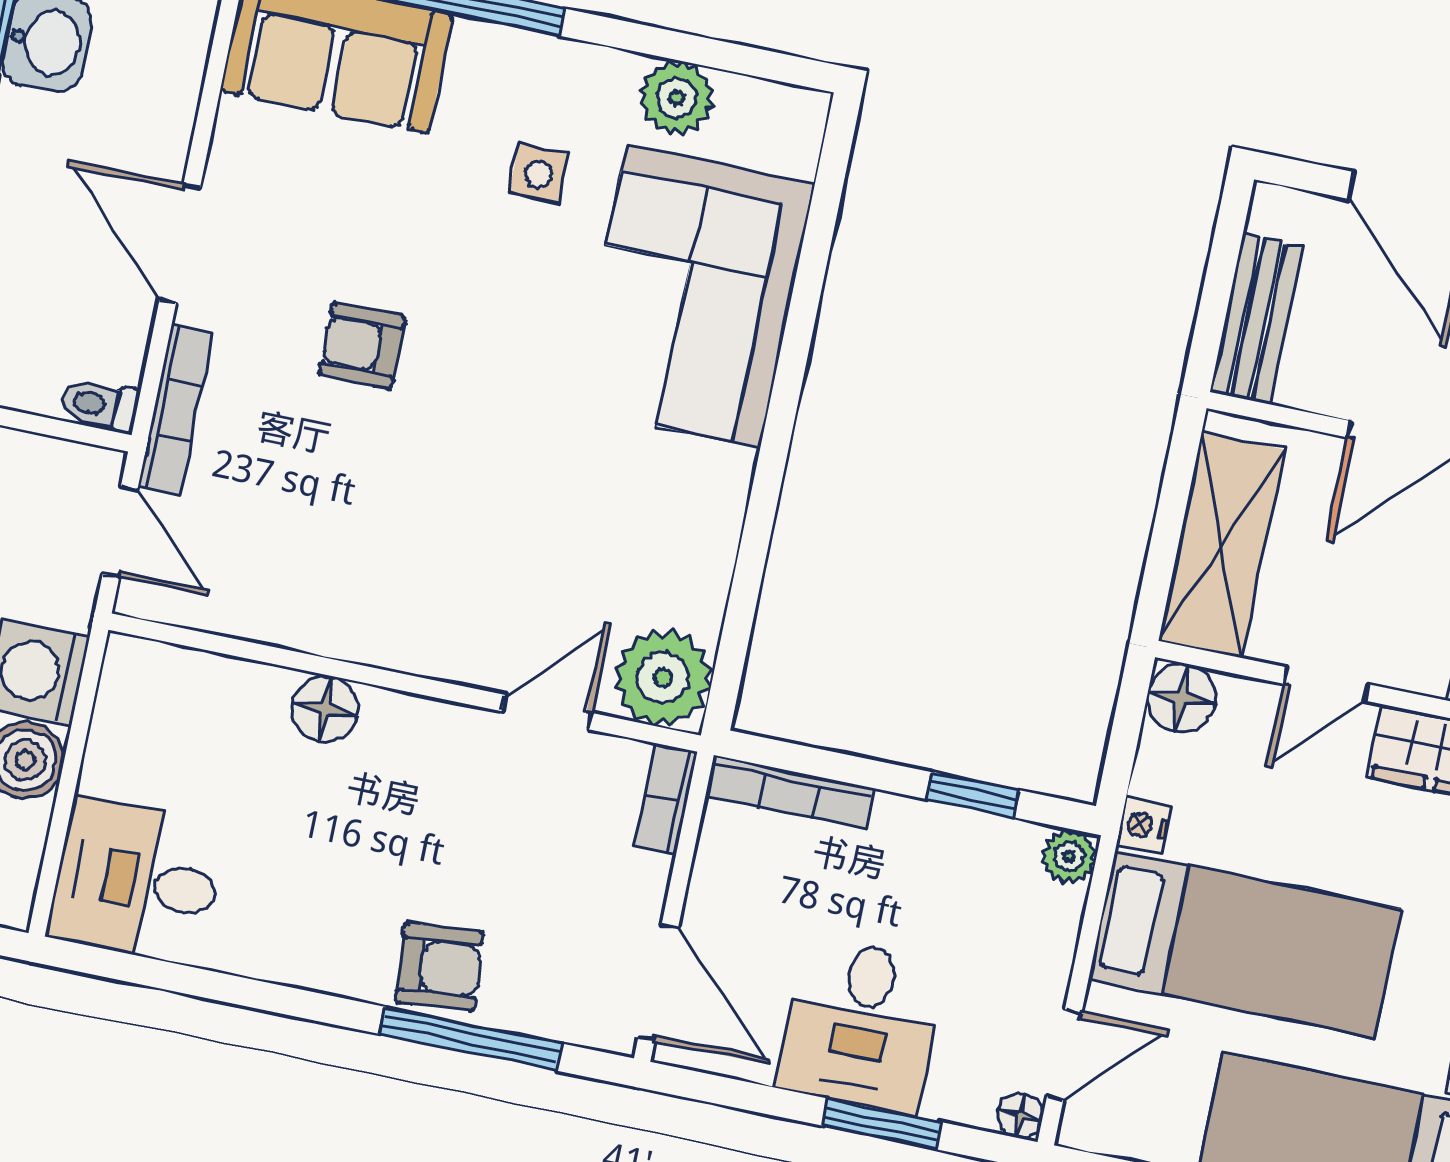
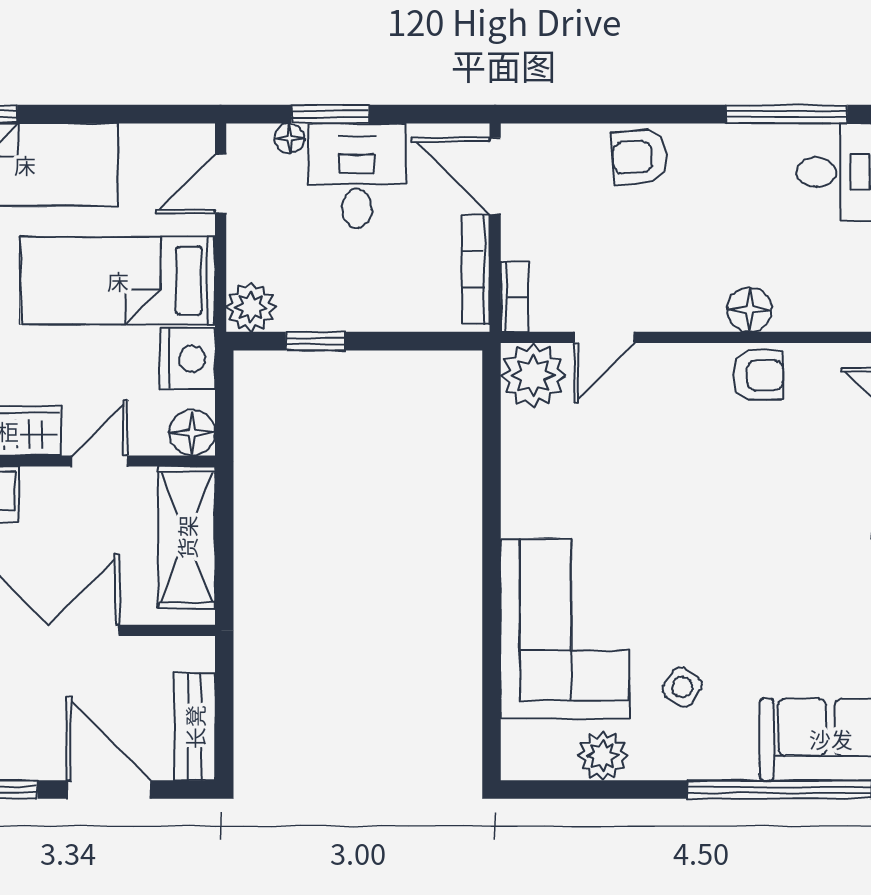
side table: (539, 174) -> (682, 687), turned 34
bench: (1256, 319) -> (195, 727), moved
armchair: (362, 346) -> (758, 375), moved
bookcase: (790, 792) -> (476, 270), moved, turned -90
nightstand: (1143, 825) -> (188, 359), width x1.89, depth x1.79
plant: (1069, 856) -> (251, 307), width x1.38, depth x1.38
window: (471, 1039) -> (787, 114), moved
floor lamp: (1020, 1116) -> (289, 138), moved

